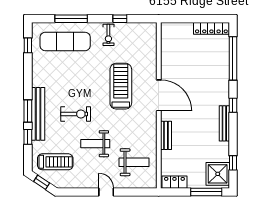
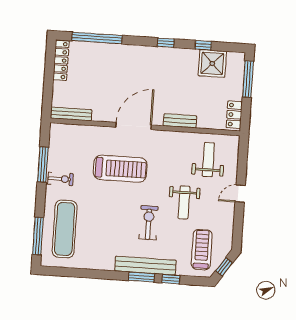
window: (71, 19) -> (38, 236), moved
window: (120, 19) -> (43, 165), width x2.17
window: (28, 45) -> (66, 272), removed
treadmill: (121, 86) -> (120, 169), turned 180
window: (233, 105) -> (166, 43), moved
bench: (224, 123) -> (71, 114), moved
window: (233, 163) -> (203, 45), moved
shower: (218, 174) -> (212, 63), moved

